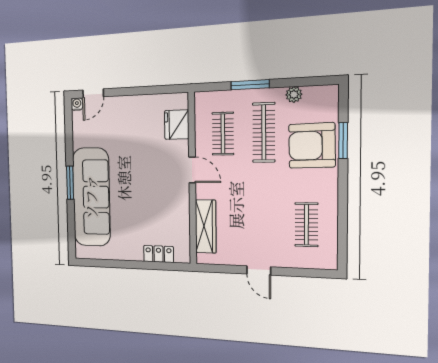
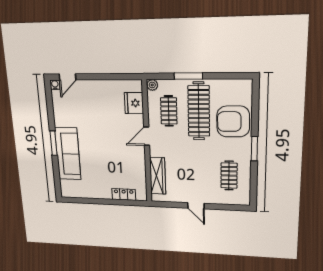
plant: (294, 95) -> (152, 85), moved
clothes rail: (264, 132) -> (199, 111), width x1.37, depth x1.31
window: (343, 141) -> (254, 149), moved
door: (192, 170) -> (147, 136), swing flipped
sofa: (91, 197) -> (68, 154), width x0.74, depth x0.79

